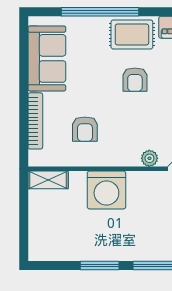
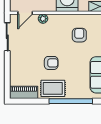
armchair: (135, 80) -> (51, 63), turned 90

